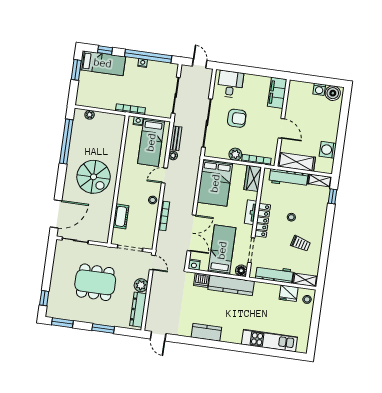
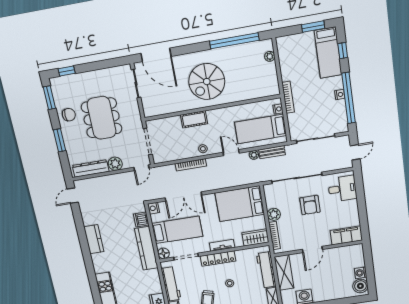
cot: (121, 216) -> (194, 119), moved
chair: (83, 311) -> (69, 115), added

